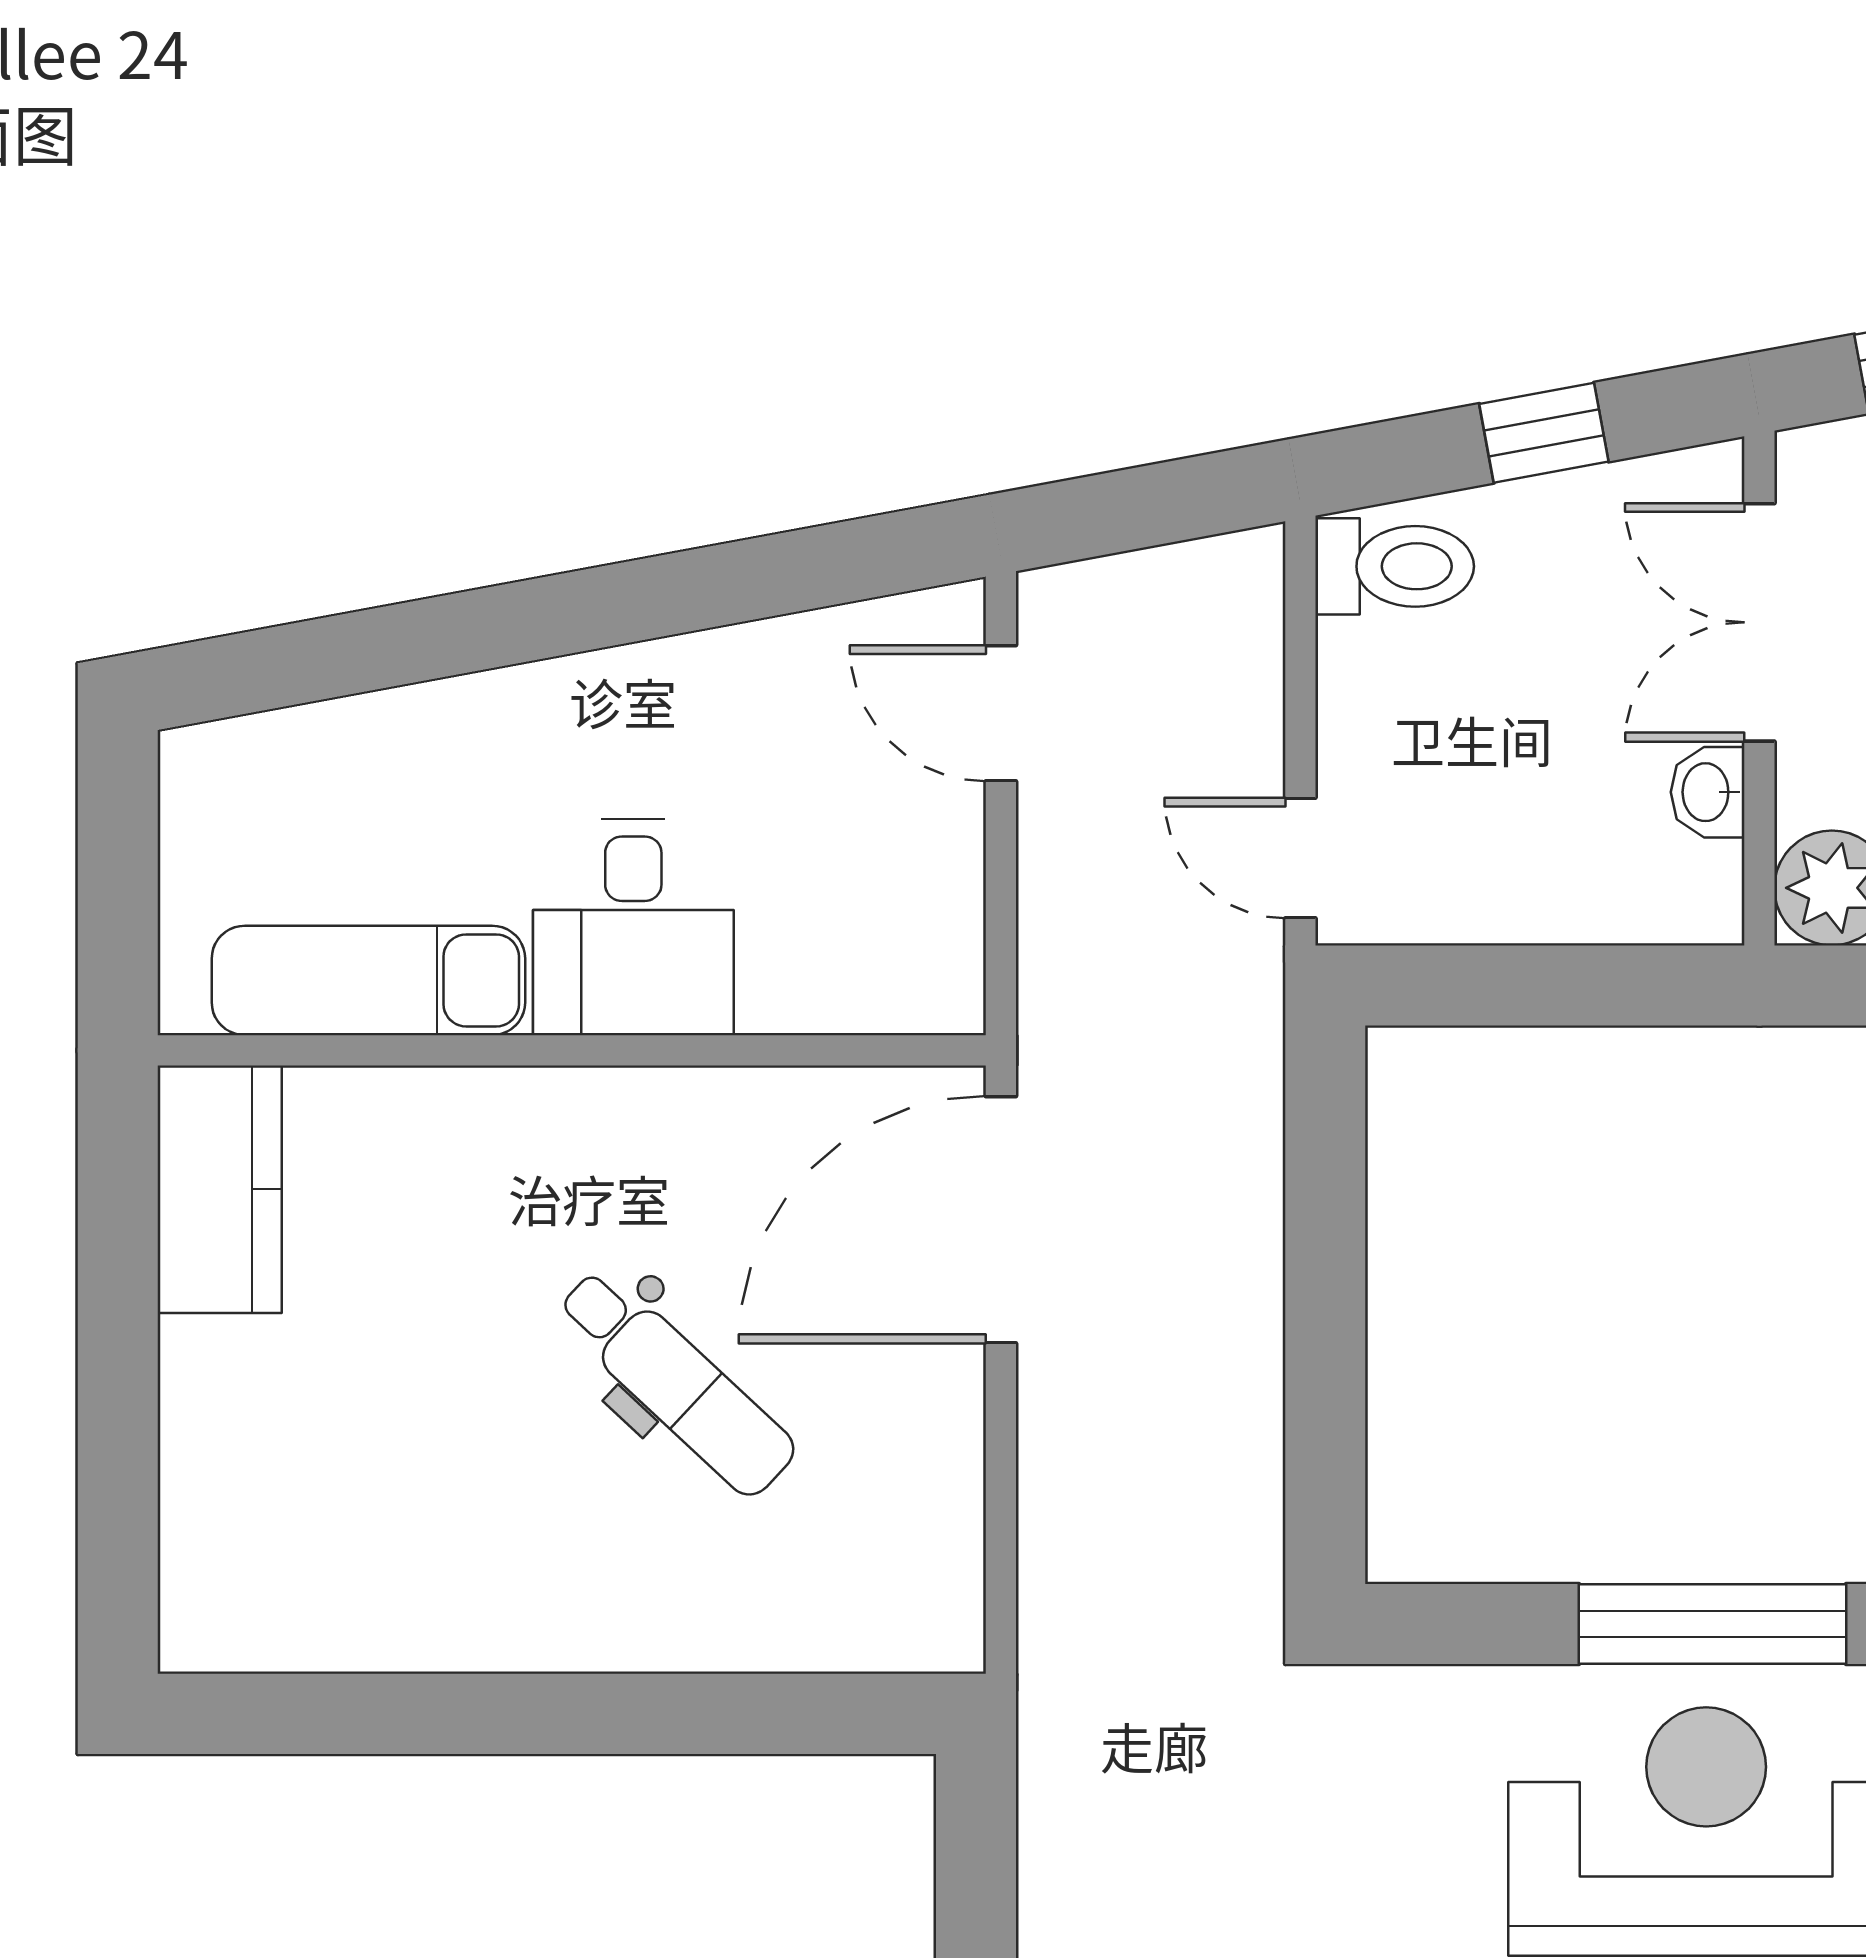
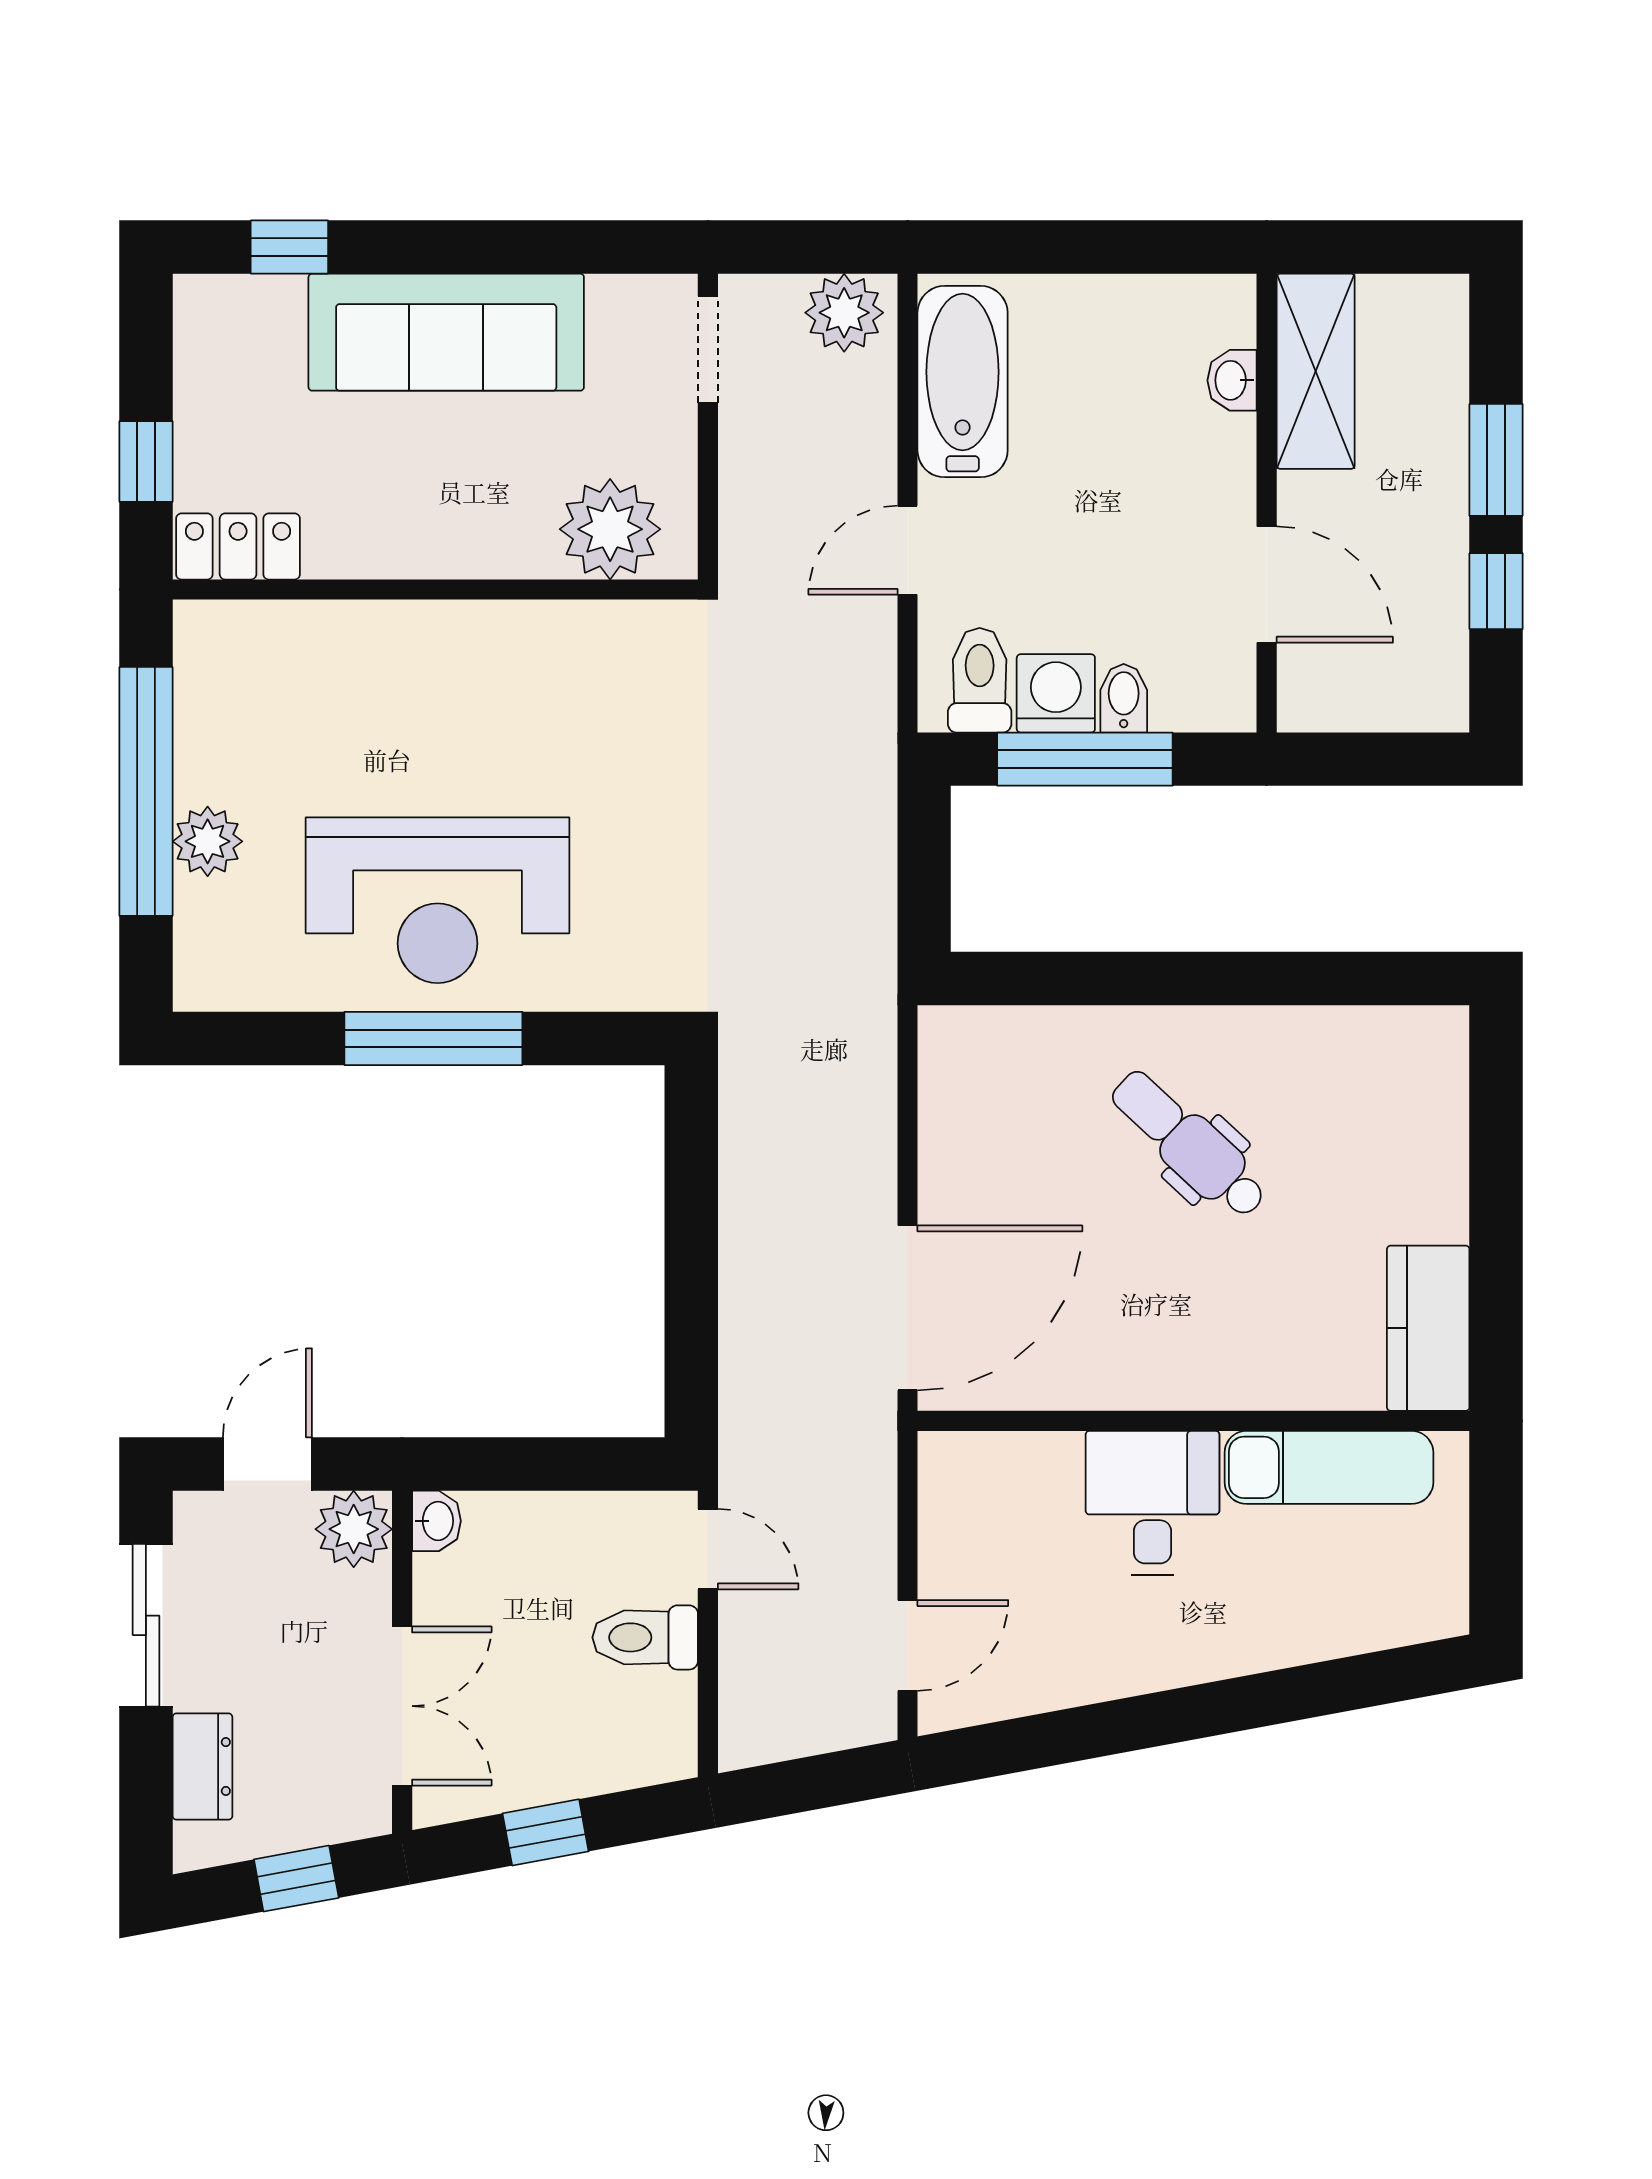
toilet: (1395, 566) -> (645, 1637), moved
door: (1001, 713) -> (907, 1645), hinge flipped
washbasin: (1708, 792) -> (436, 1521), moved
dental chair: (676, 1382) -> (1189, 1144), moved

